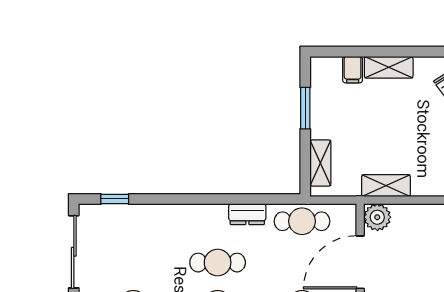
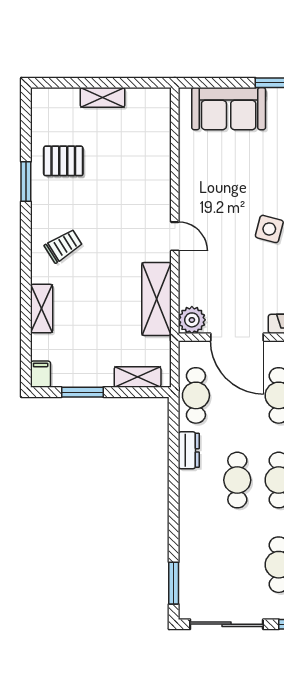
filing cabinet: (353, 70) -> (41, 374), moved, turned -90
shelving: (386, 186) -> (157, 299), width x1.50, depth x1.33
window: (115, 199) -> (174, 583), width x1.50

